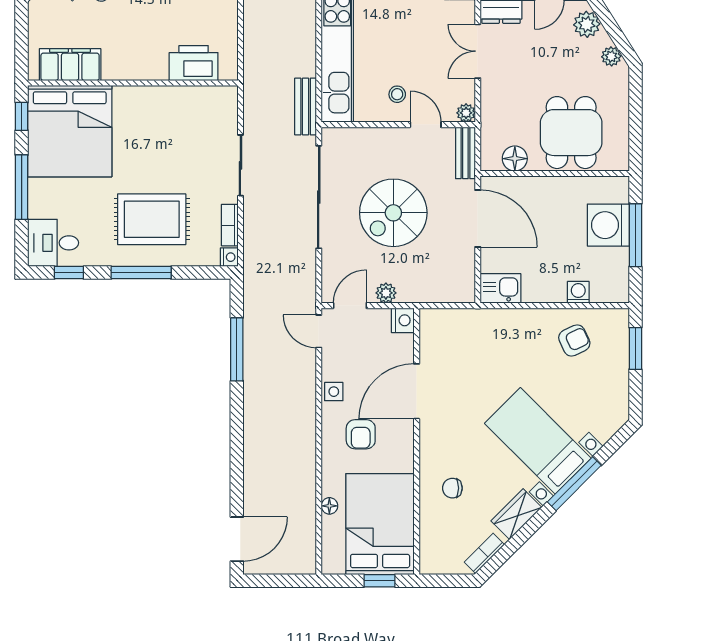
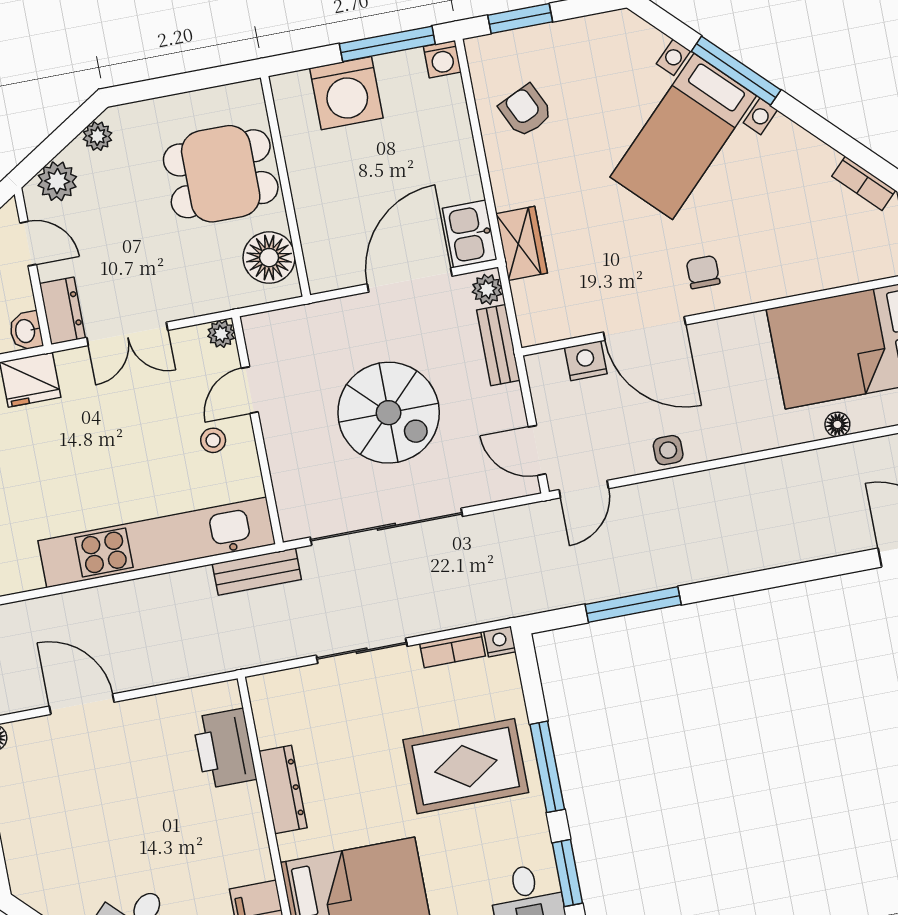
dresser: (159, 96) -> (283, 789), added
bench: (465, 153) -> (498, 345), moved, turned 90
floor lamp: (515, 159) -> (269, 258), width x1.38, depth x1.38
rug: (152, 219) -> (466, 766), turned 90
door: (478, 219) -> (410, 280), moved
window: (635, 235) -> (387, 44), moved
window: (69, 273) -> (567, 873), width x1.50
washing machine: (578, 292) -> (442, 59), moved, turned -90
plant: (386, 293) -> (487, 289), moved
nightstand: (403, 320) -> (586, 361), moved
armchair: (361, 434) -> (723, 399), removed
chair: (452, 488) -> (703, 272), moved, turned 180
wardrobe: (516, 514) -> (522, 243), moved, turned -135

